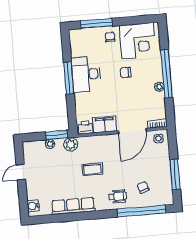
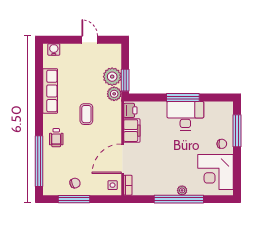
chair: (126, 73) -> (184, 157), removed
plant: (159, 87) -> (182, 190), moved
door: (132, 131) -> (123, 159), hinge flipped
plant: (50, 144) -> (112, 77), width x1.87, depth x1.87
chair: (143, 187) -> (75, 183), moved

